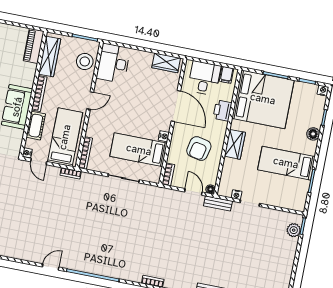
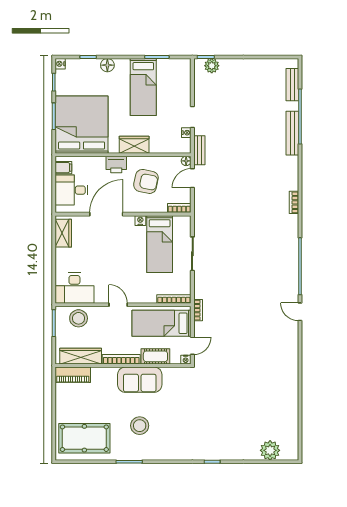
printer: (222, 111) -> (116, 165), moved

